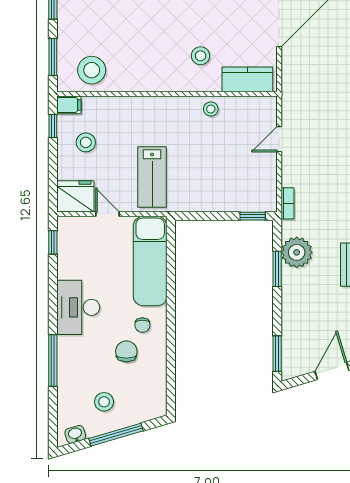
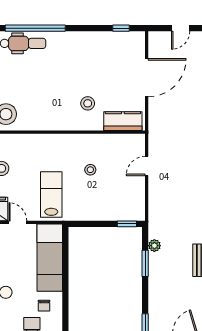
stool: (211, 109) -> (90, 170), moved
lab bench: (152, 177) -> (51, 194), turned 180
bookcase: (287, 203) -> (153, 214), removed
plant: (297, 252) -> (154, 246), width x0.53, depth x0.53

